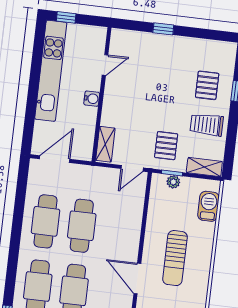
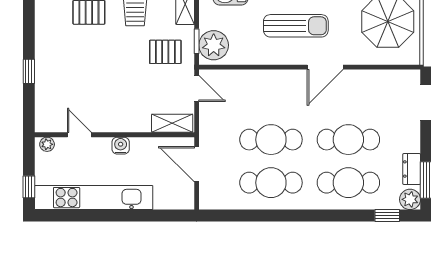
plant: (100, 37) -> (47, 144), added
door: (55, 159) -> (197, 164), moved
plant: (173, 182) -> (214, 45), width x1.88, depth x1.88

